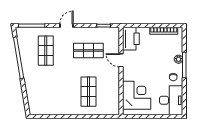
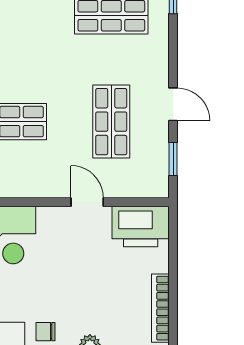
door: (66, 26) -> (173, 104), moved
door: (121, 60) -> (87, 202), hinge flipped

